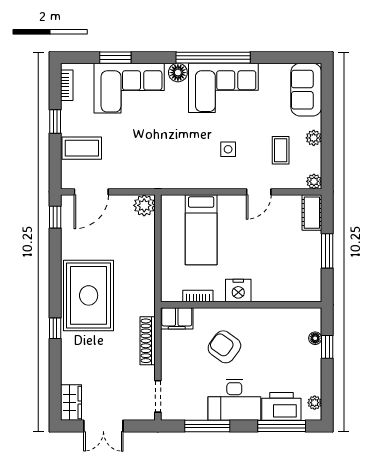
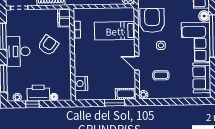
sofa: (306, 90) -> (202, 78), moved, turned -90
plant: (314, 138) -> (168, 94), removed
armchair: (184, 164) -> (152, 20), added
window: (327, 251) -> (115, 103), moved
nightstand: (238, 291) -> (81, 84), moved
window: (327, 347) -> (32, 104), moved
printer: (281, 406) -> (38, 93), moved, turned -90

